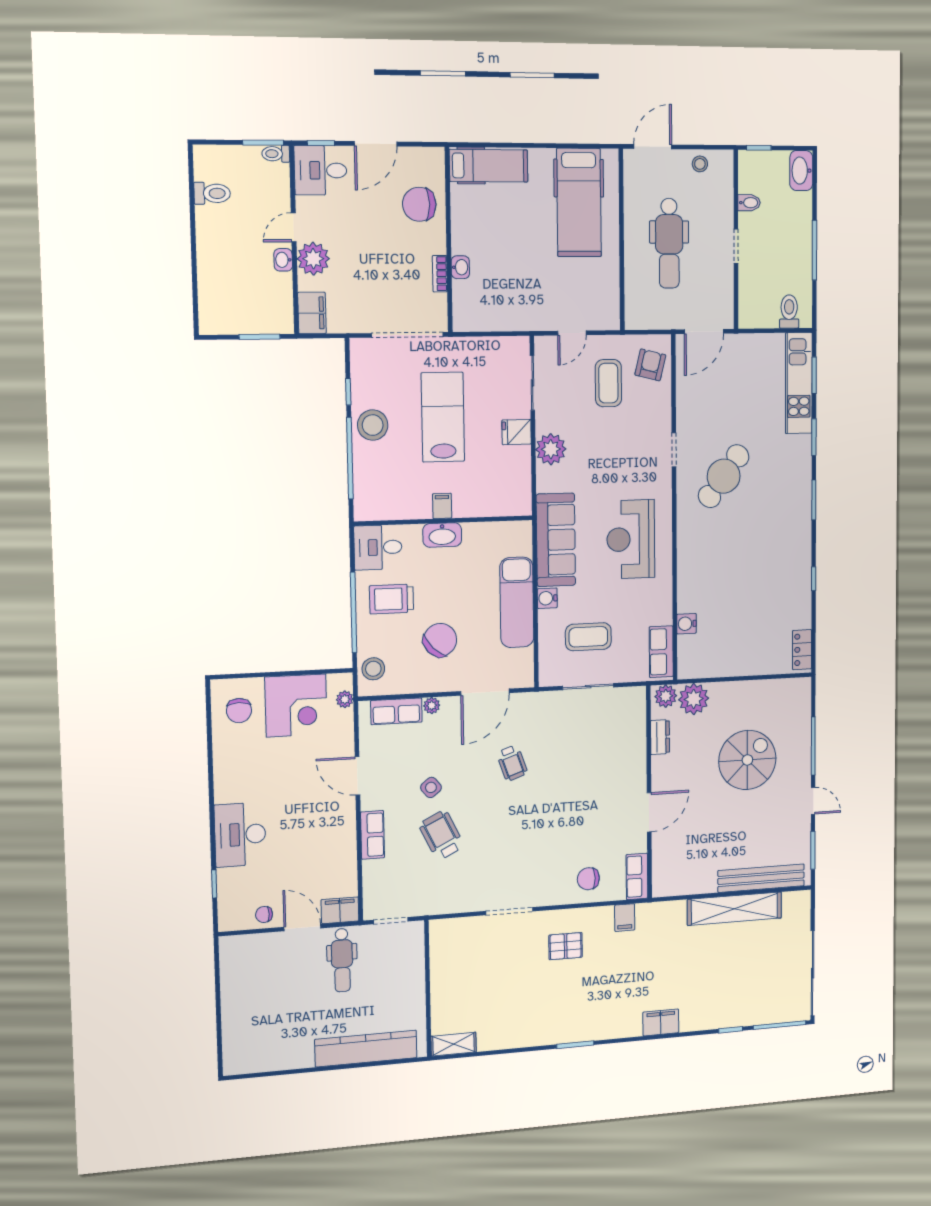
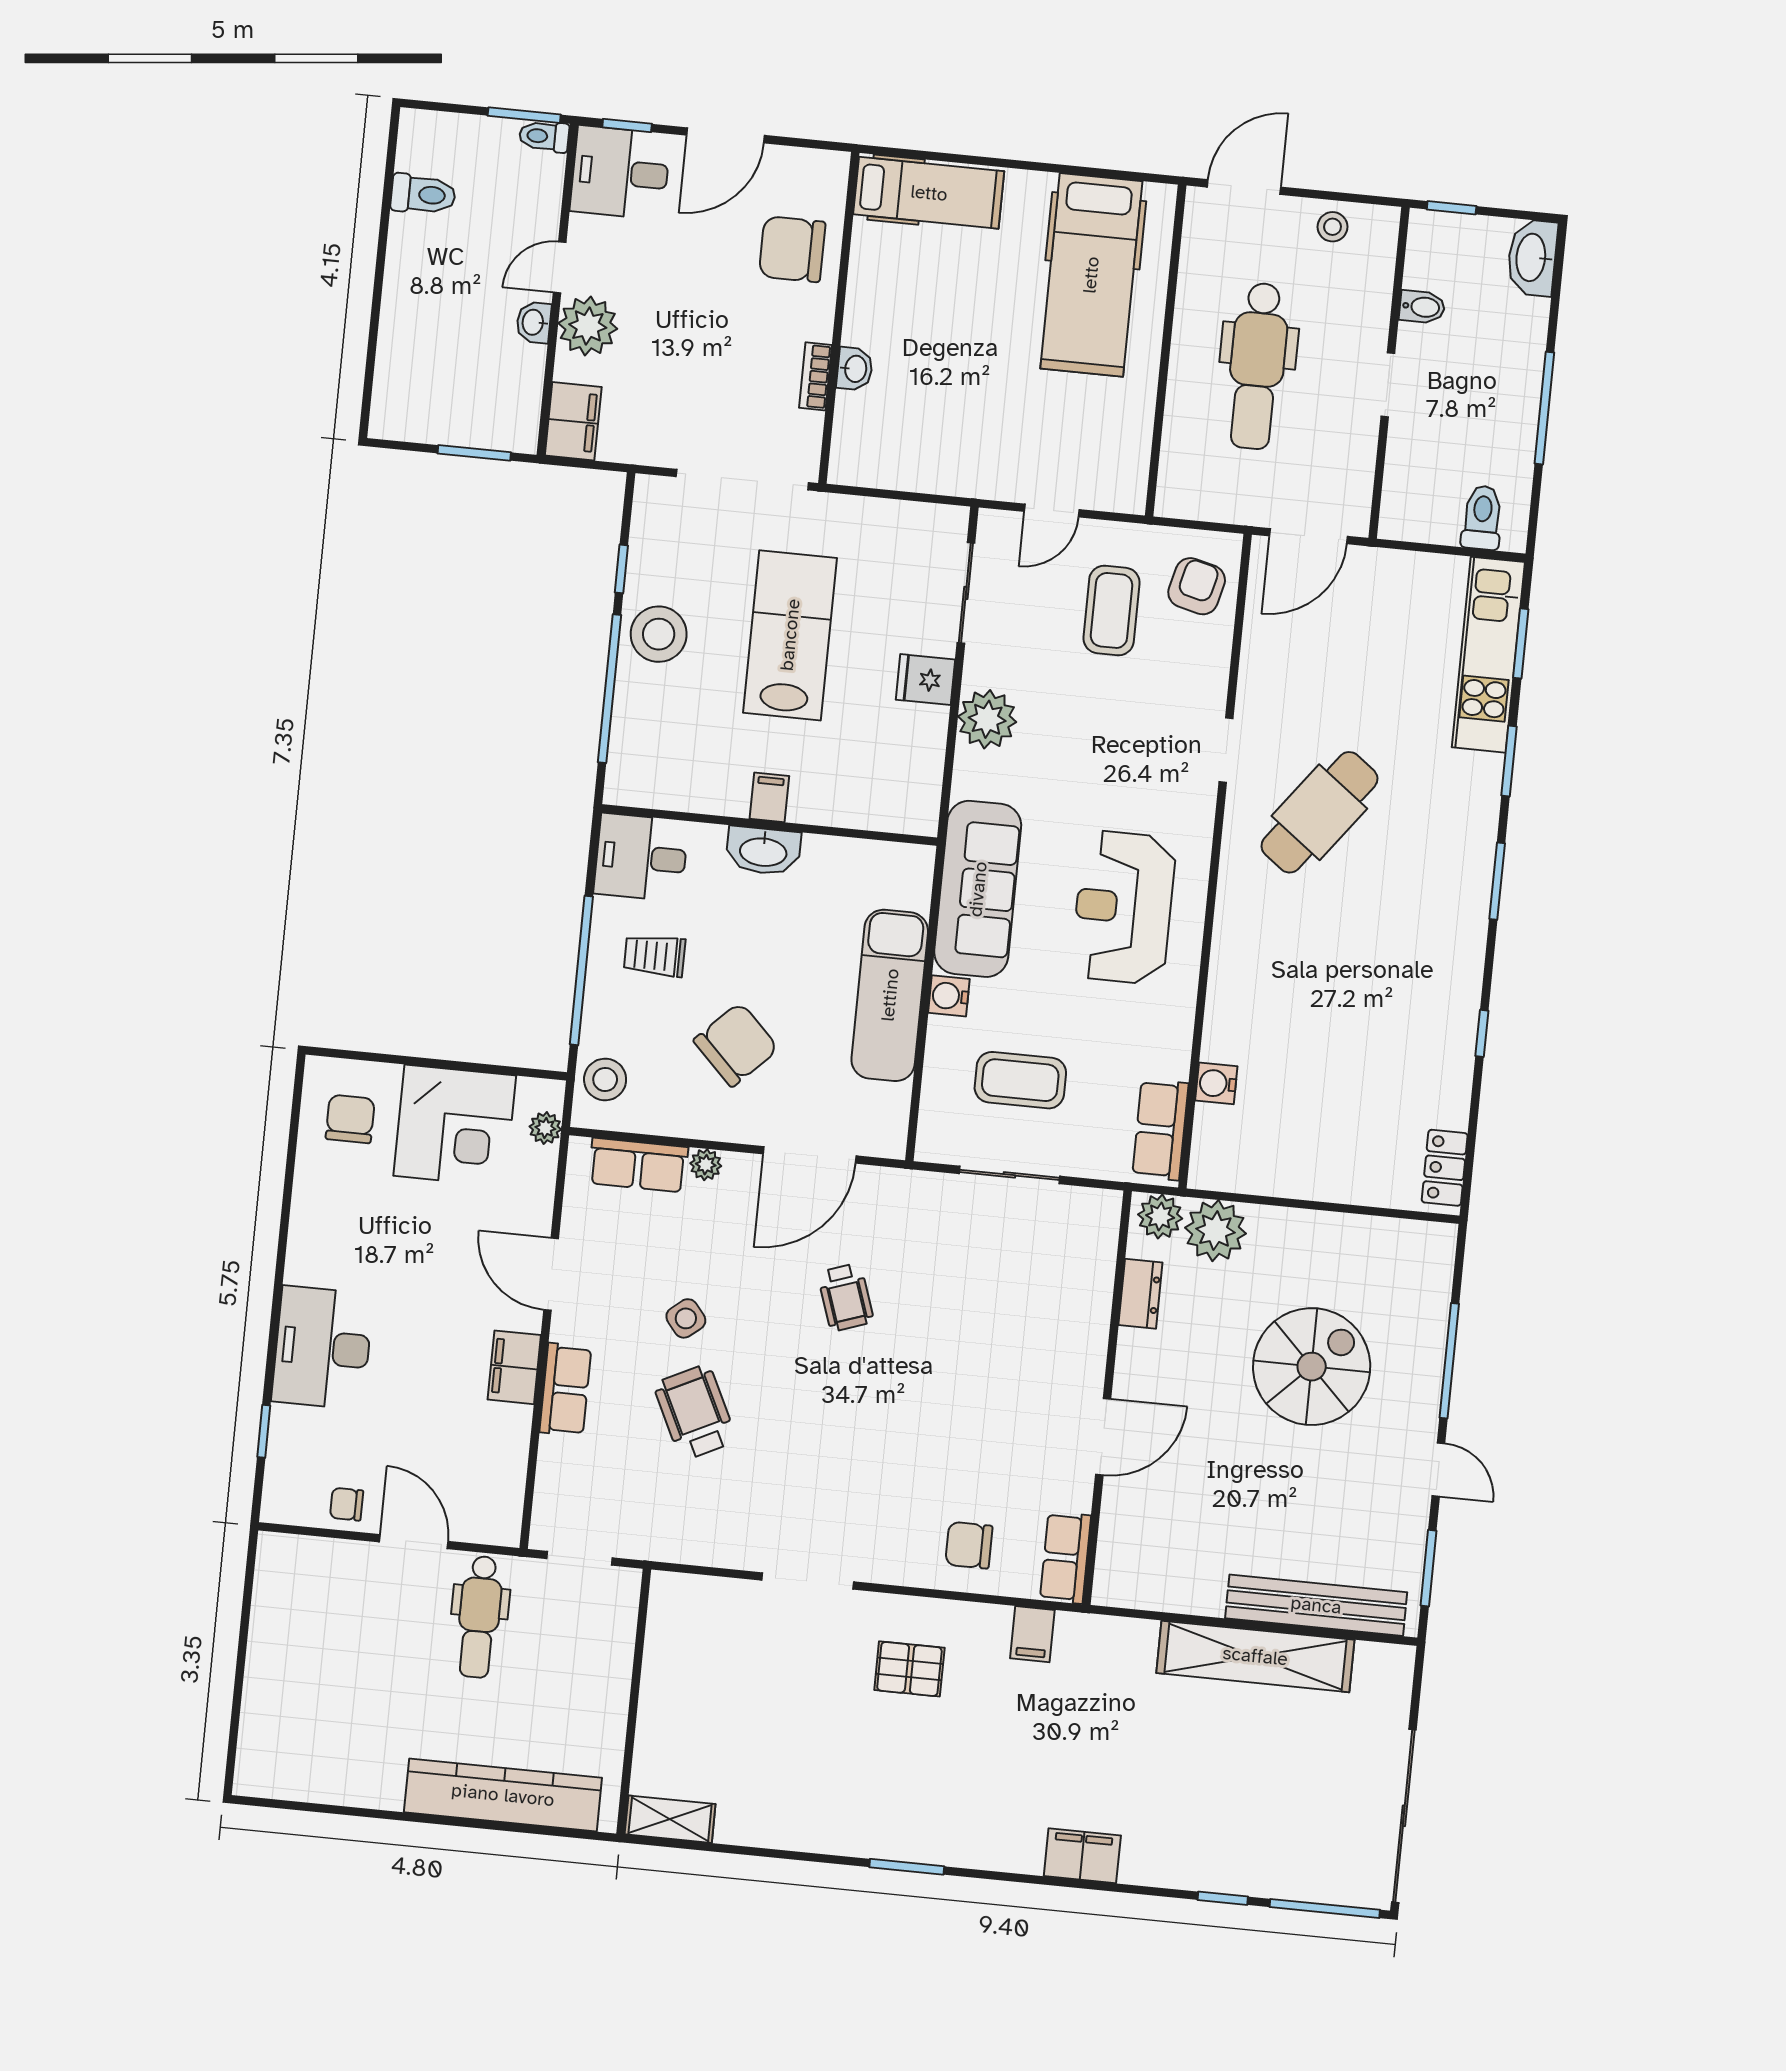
trolley: (392, 599) -> (655, 956), width x0.73, depth x0.72
chair: (239, 711) -> (350, 1119), turned 180
filing cabinet: (340, 910) -> (514, 1367), moved, turned -90

